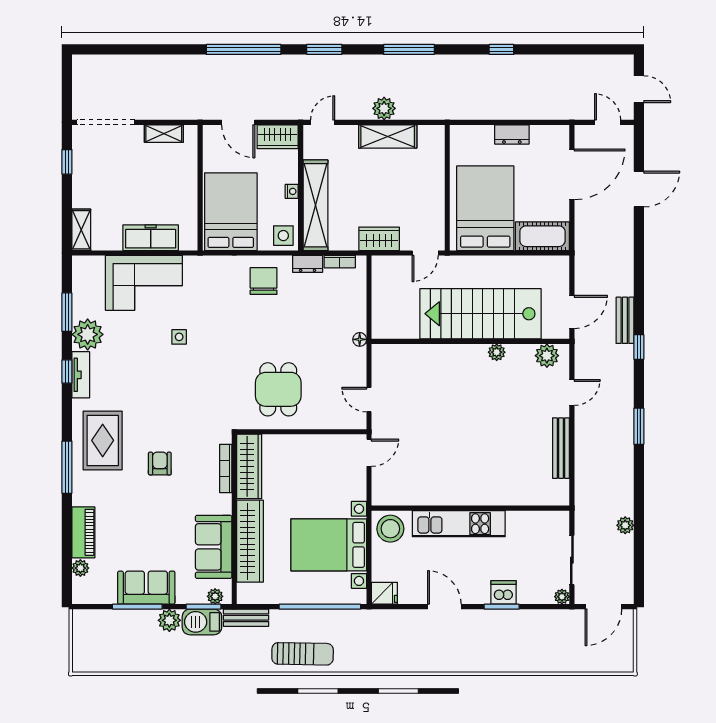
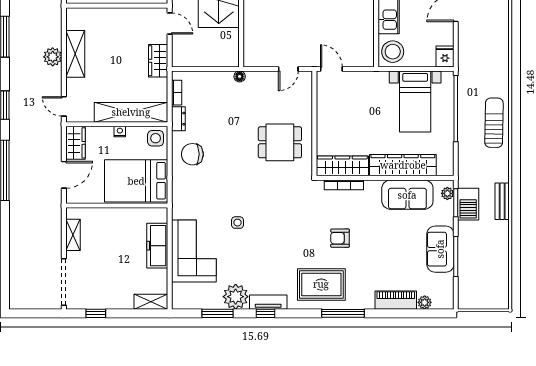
bed with nightstands: (329, 545) -> (415, 101), width x0.73
bench: (246, 618) -> (502, 201), moved
plant: (169, 620) -> (467, 230), removed

